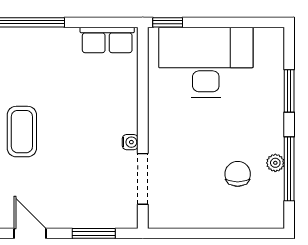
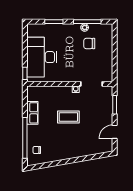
row of seats: (107, 40) -> (32, 113), moved
coffee table: (22, 132) -> (68, 117), moved

